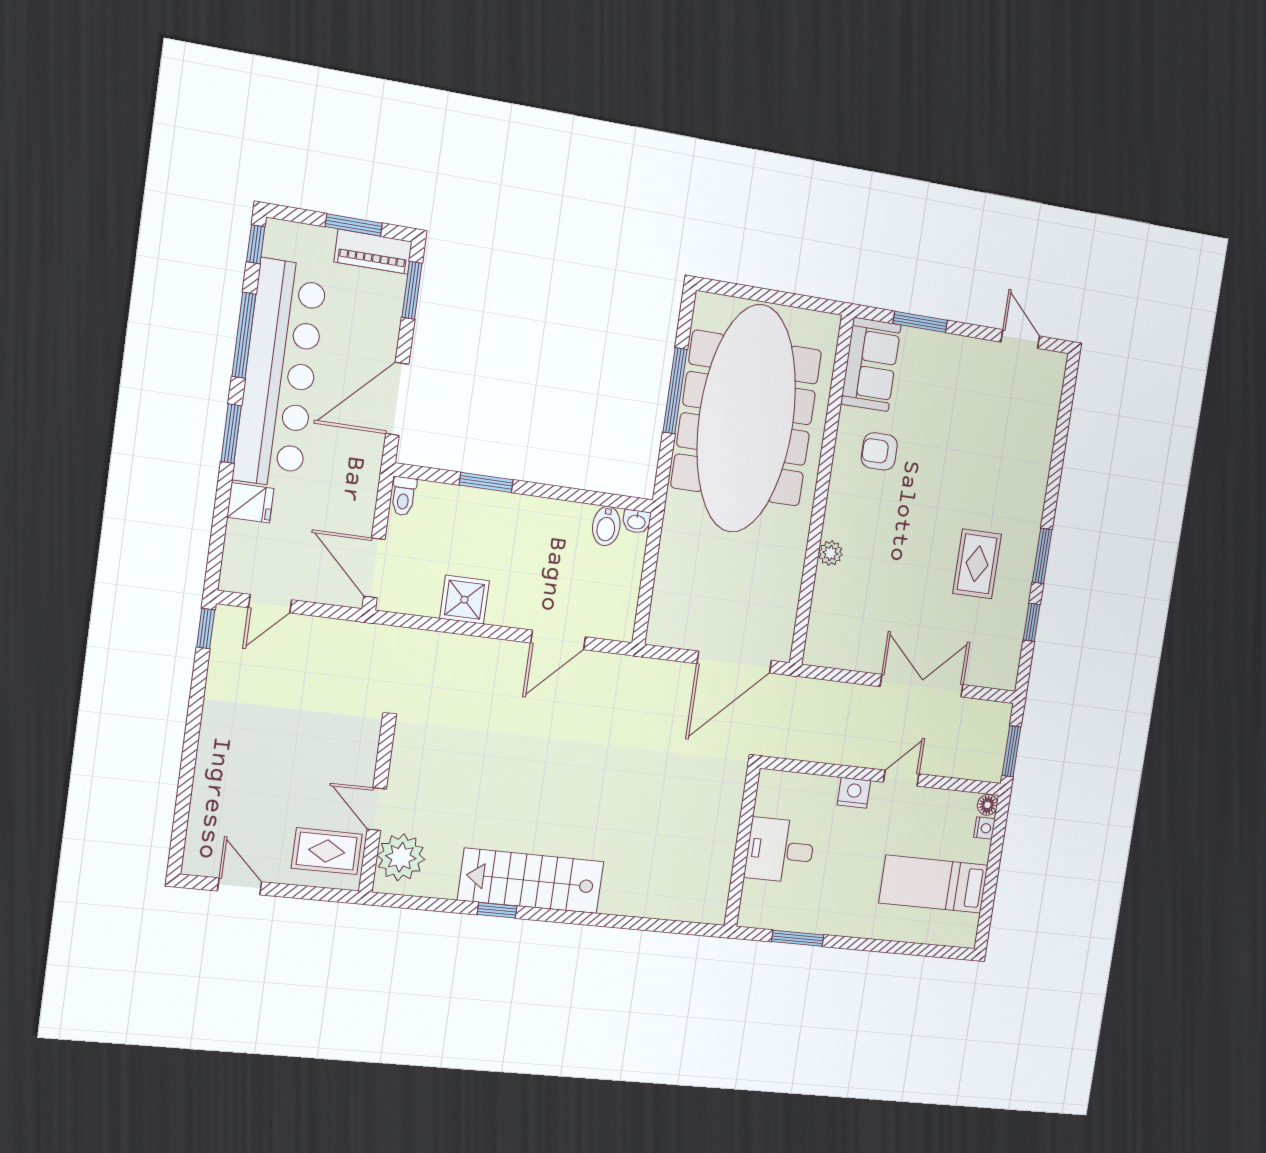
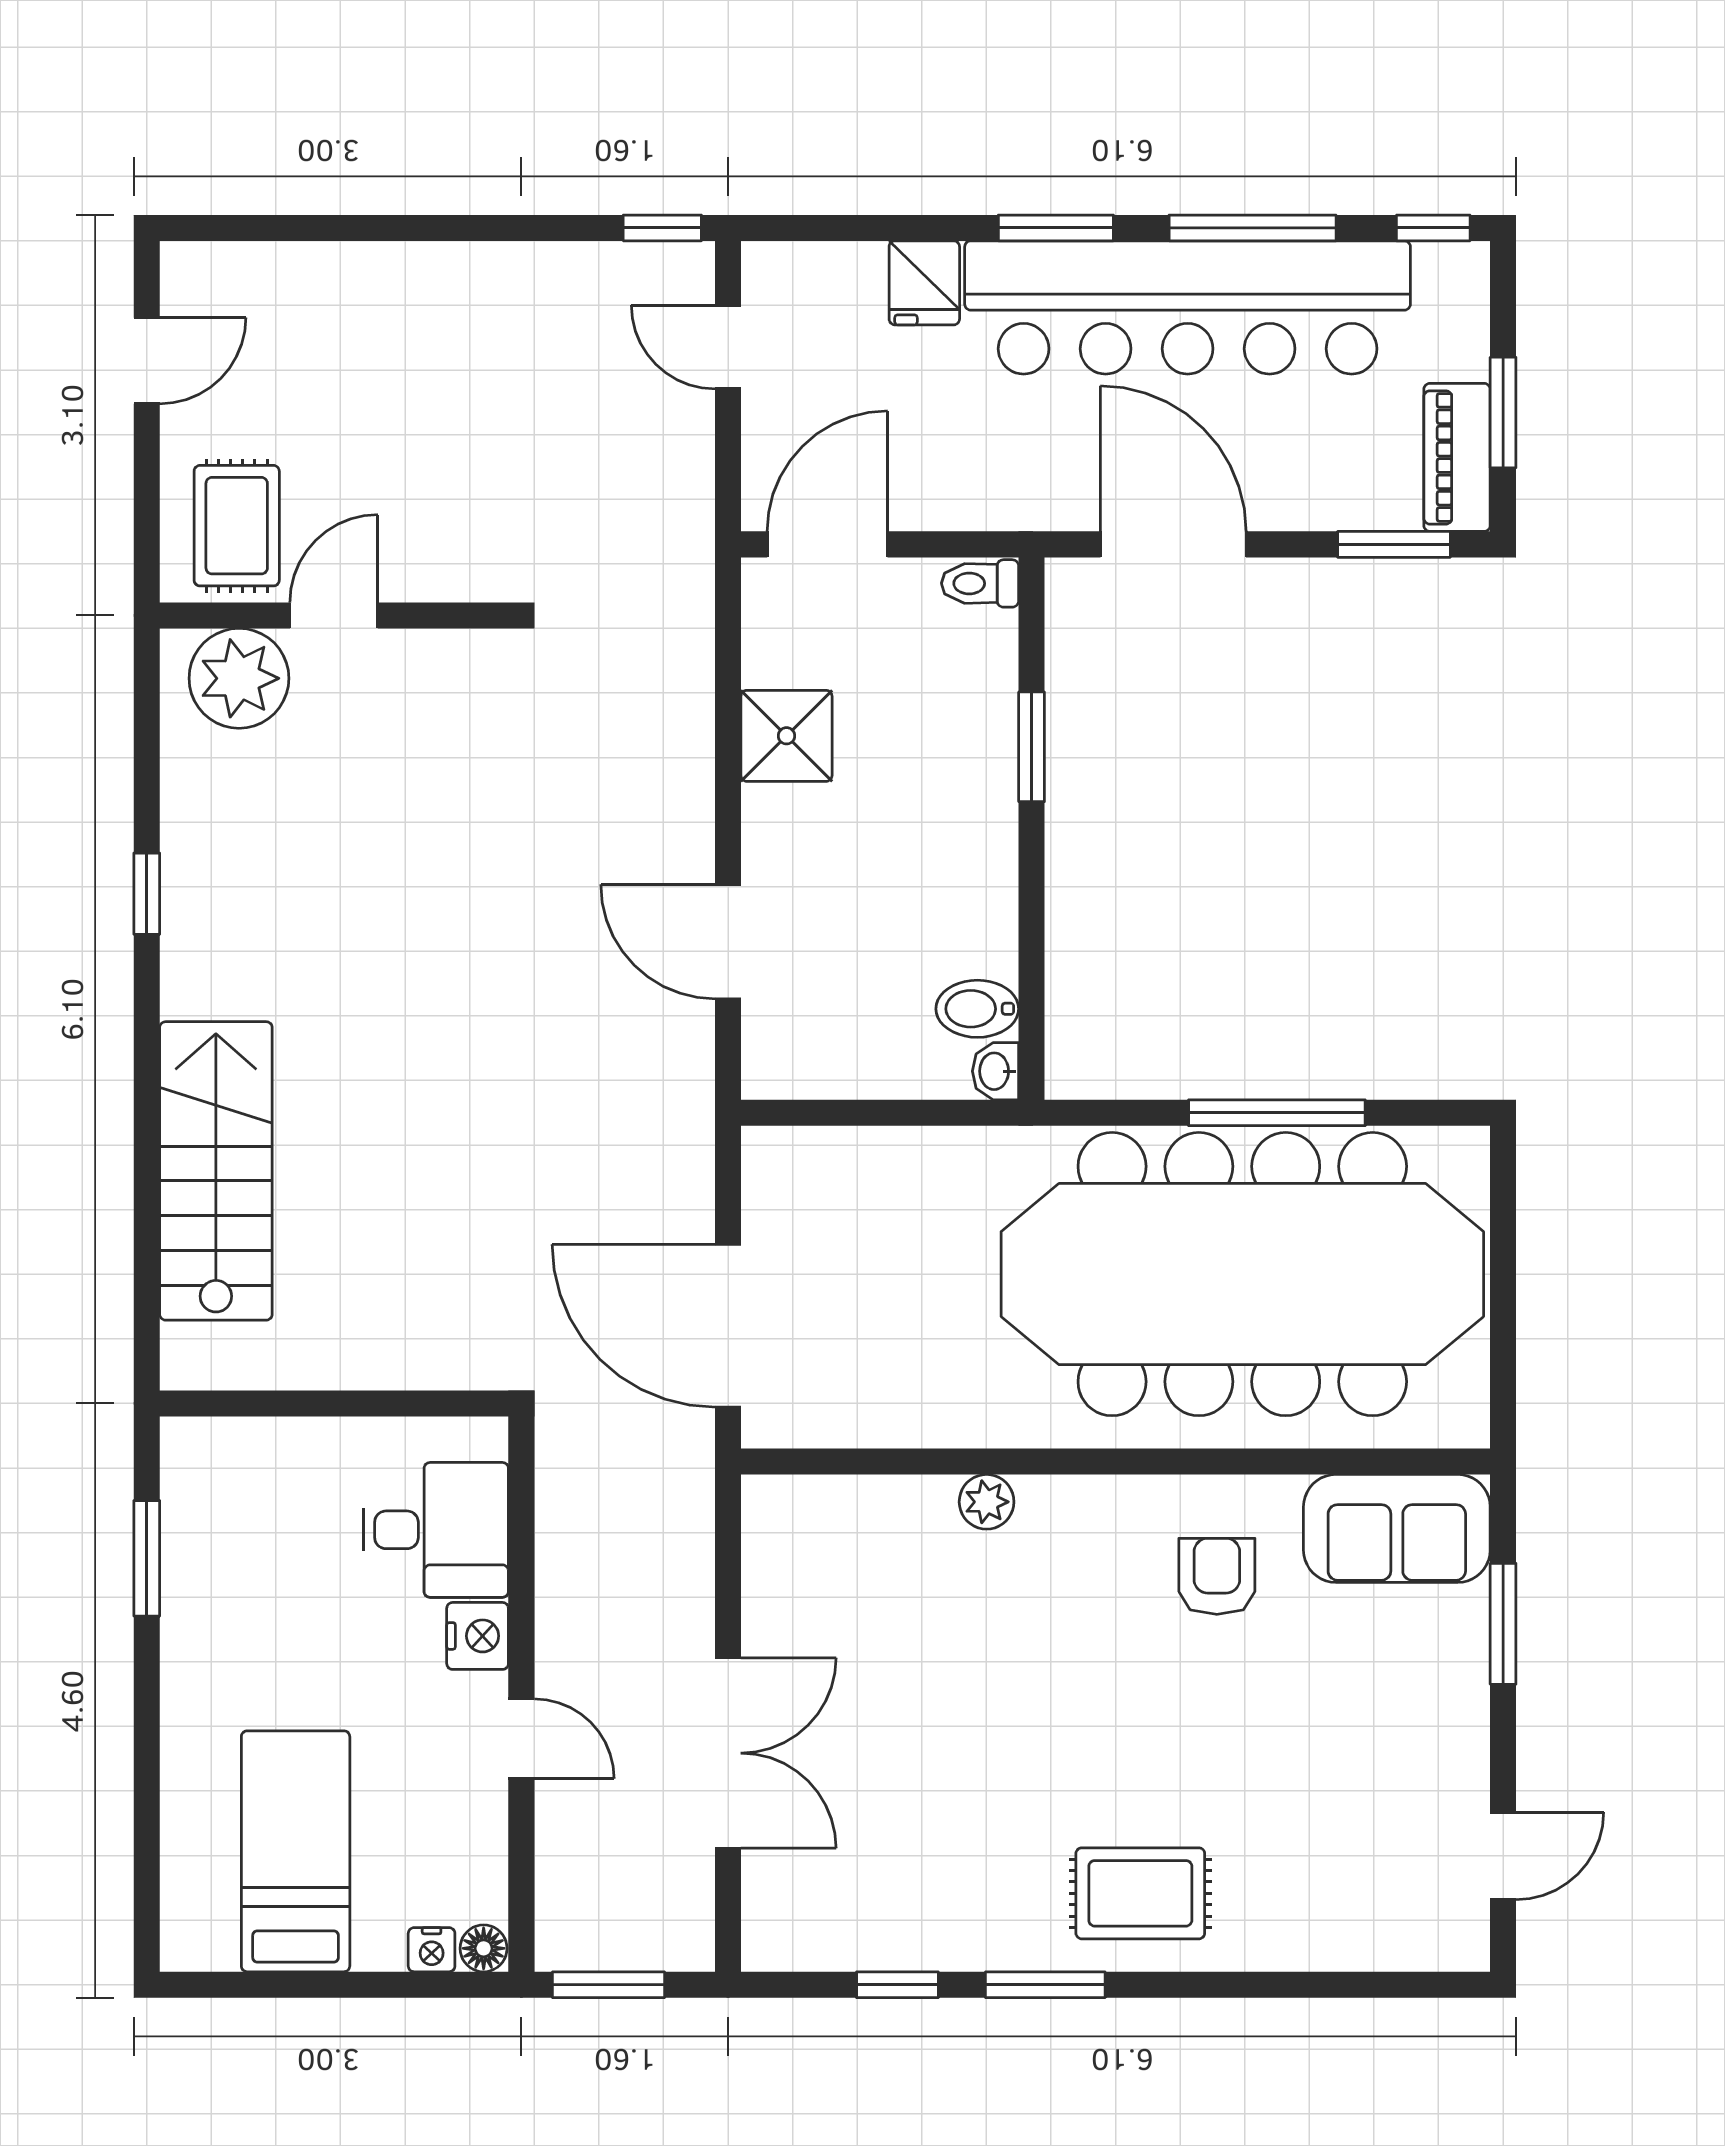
rug: (977, 564) -> (1140, 1893), moved
desk: (780, 850) -> (436, 1530), moved, turned 90
stairs: (531, 881) -> (216, 1171), moved

